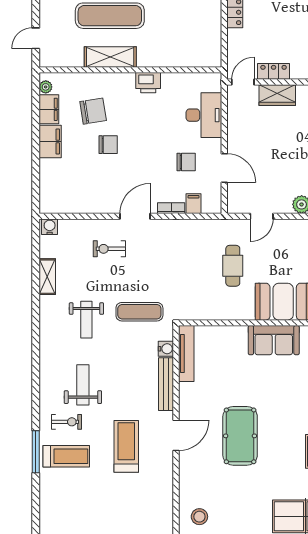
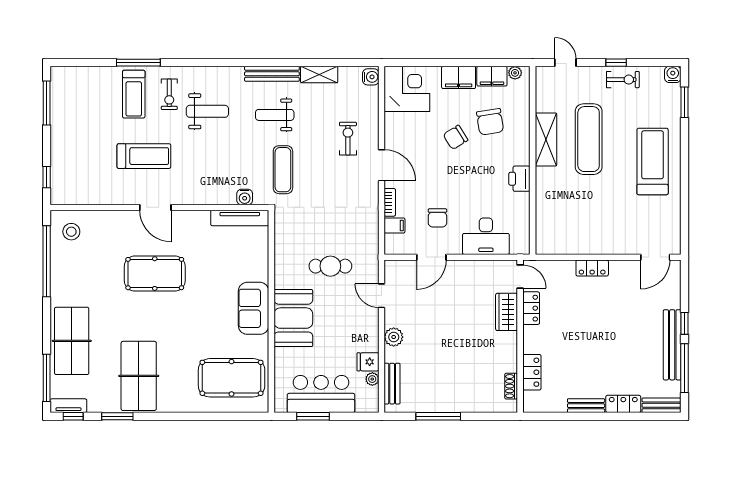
chair: (108, 145) -> (456, 137), turned 58
corner desk: (61, 192) -> (407, 89), added
bench: (166, 384) -> (272, 74), moved

